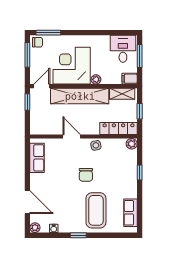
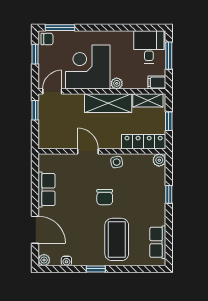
window: (27, 55) -> (35, 54), width x0.67
shelving: (80, 96) -> (108, 103), width x0.68
row of seats: (37, 158) -> (47, 190), moved

